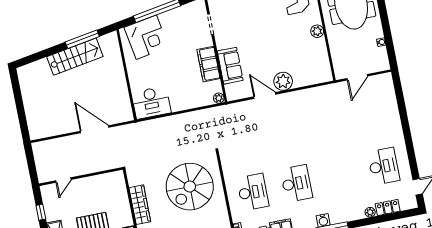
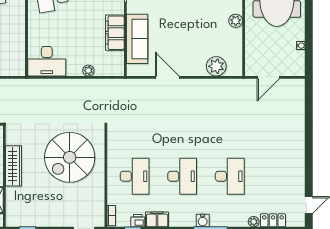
sofa: (230, 66) -> (137, 39), width x1.36
plant: (283, 81) -> (216, 66), moved
plant: (219, 98) -> (88, 71), moved
desk: (384, 166) -> (230, 176), moved

